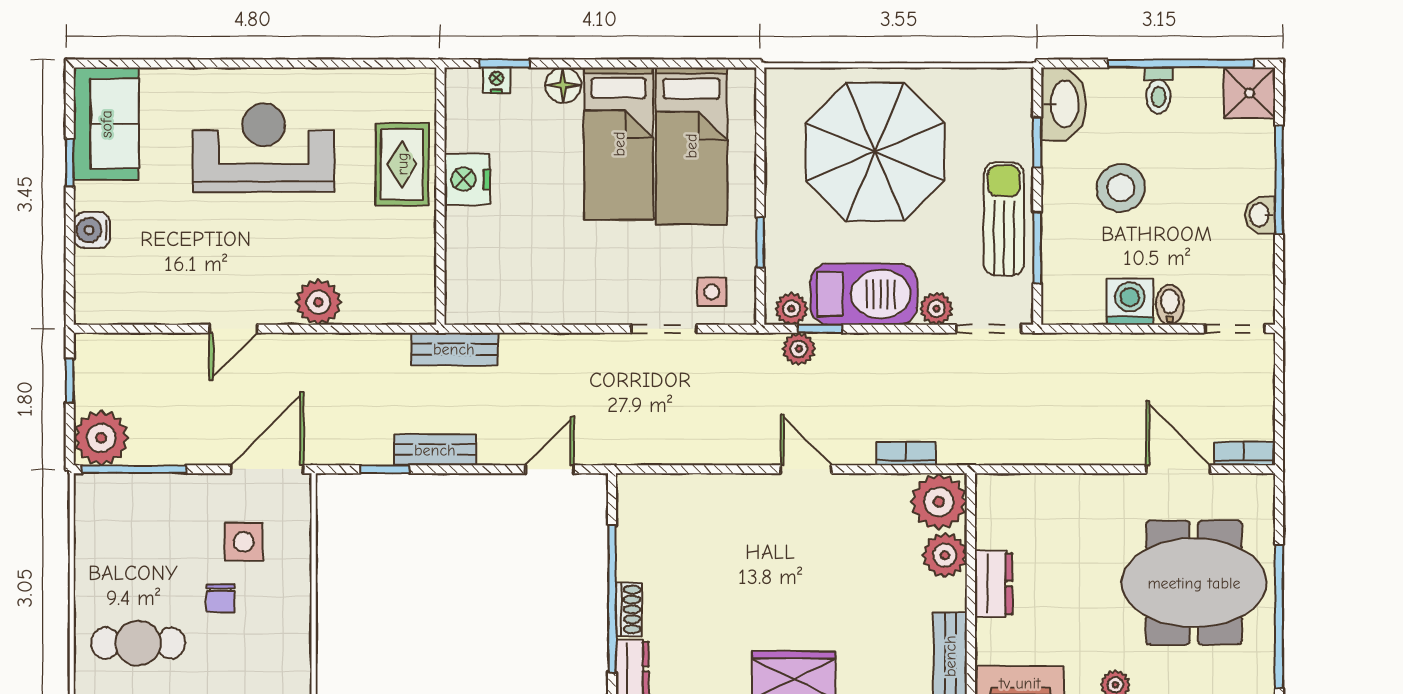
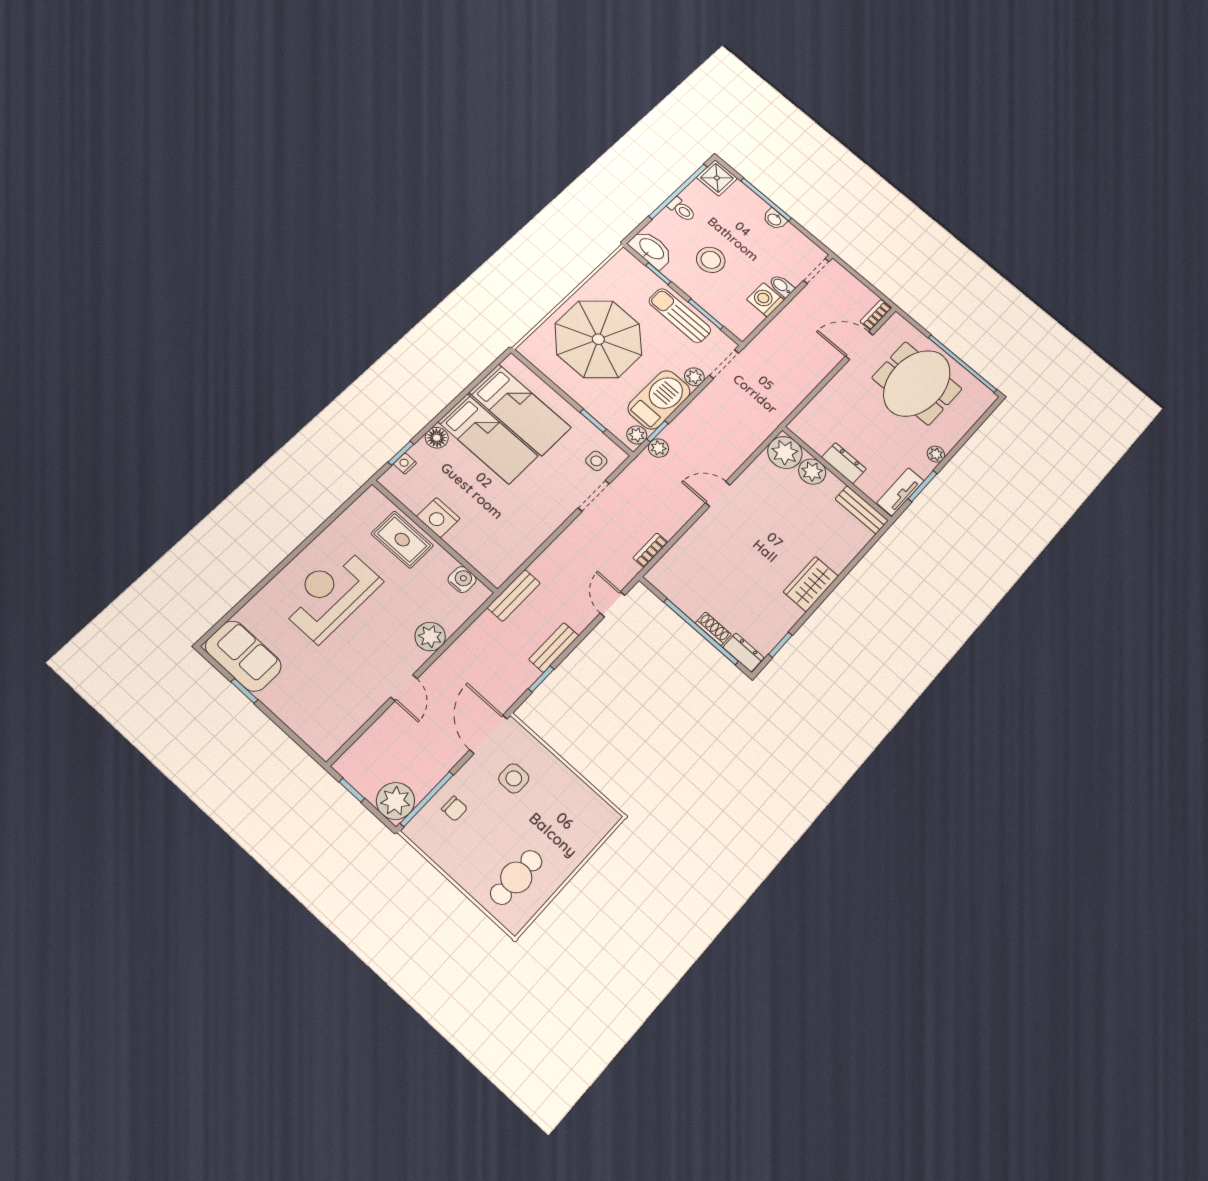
water cooler: (92, 230) -> (462, 580), moved, turned 180
bookcase: (906, 453) -> (650, 550), moved
chair: (220, 598) -> (454, 809), moved

